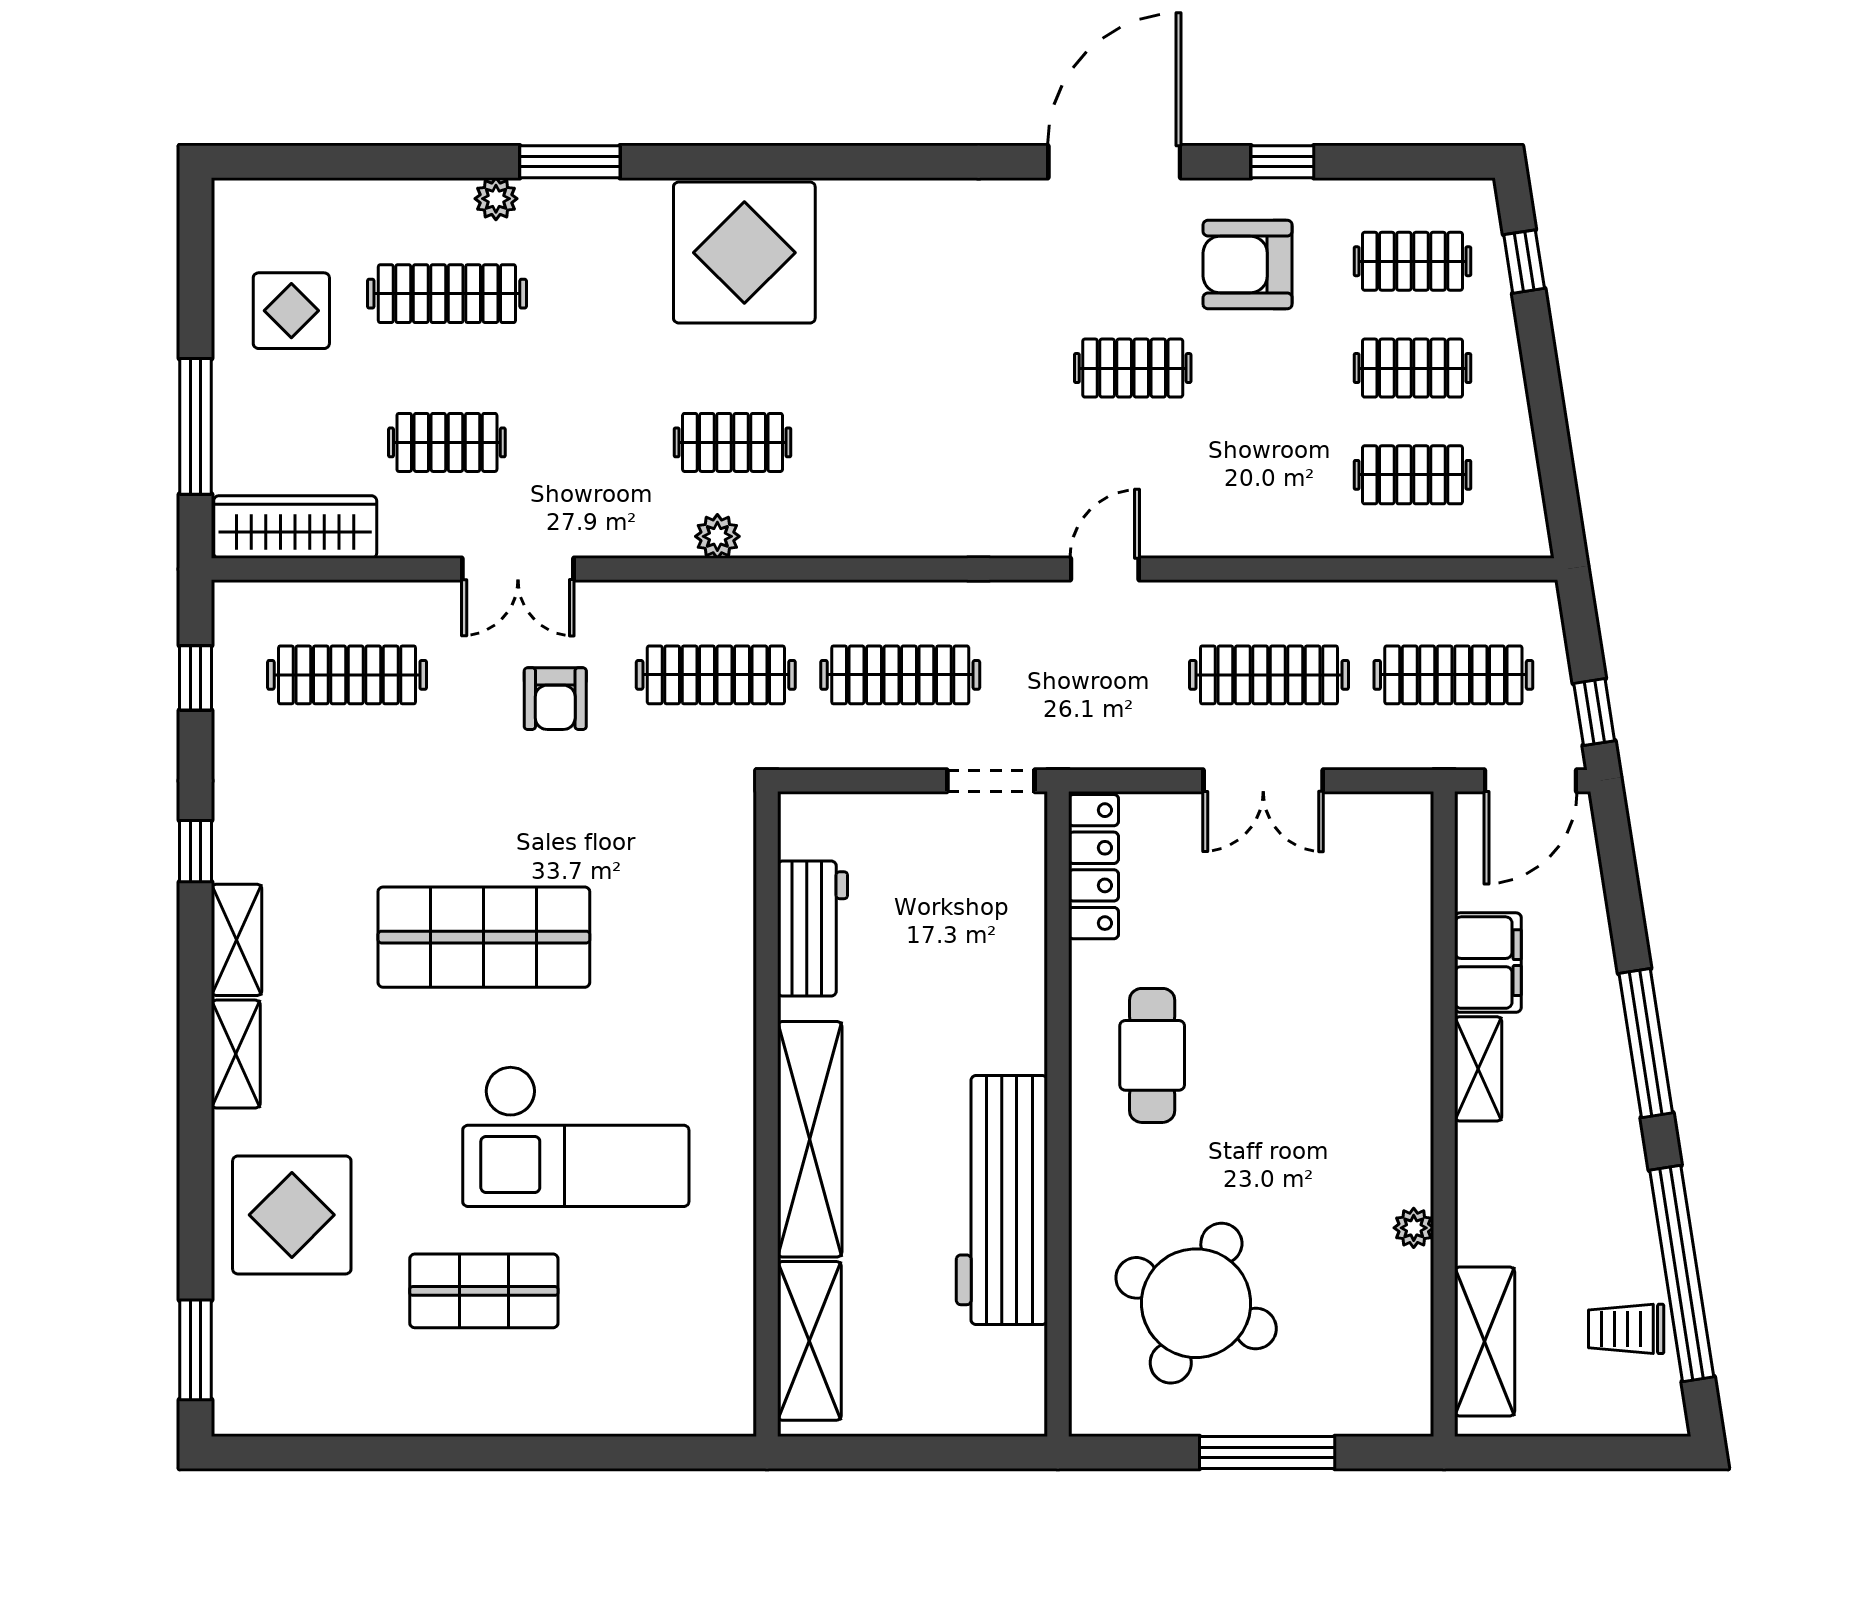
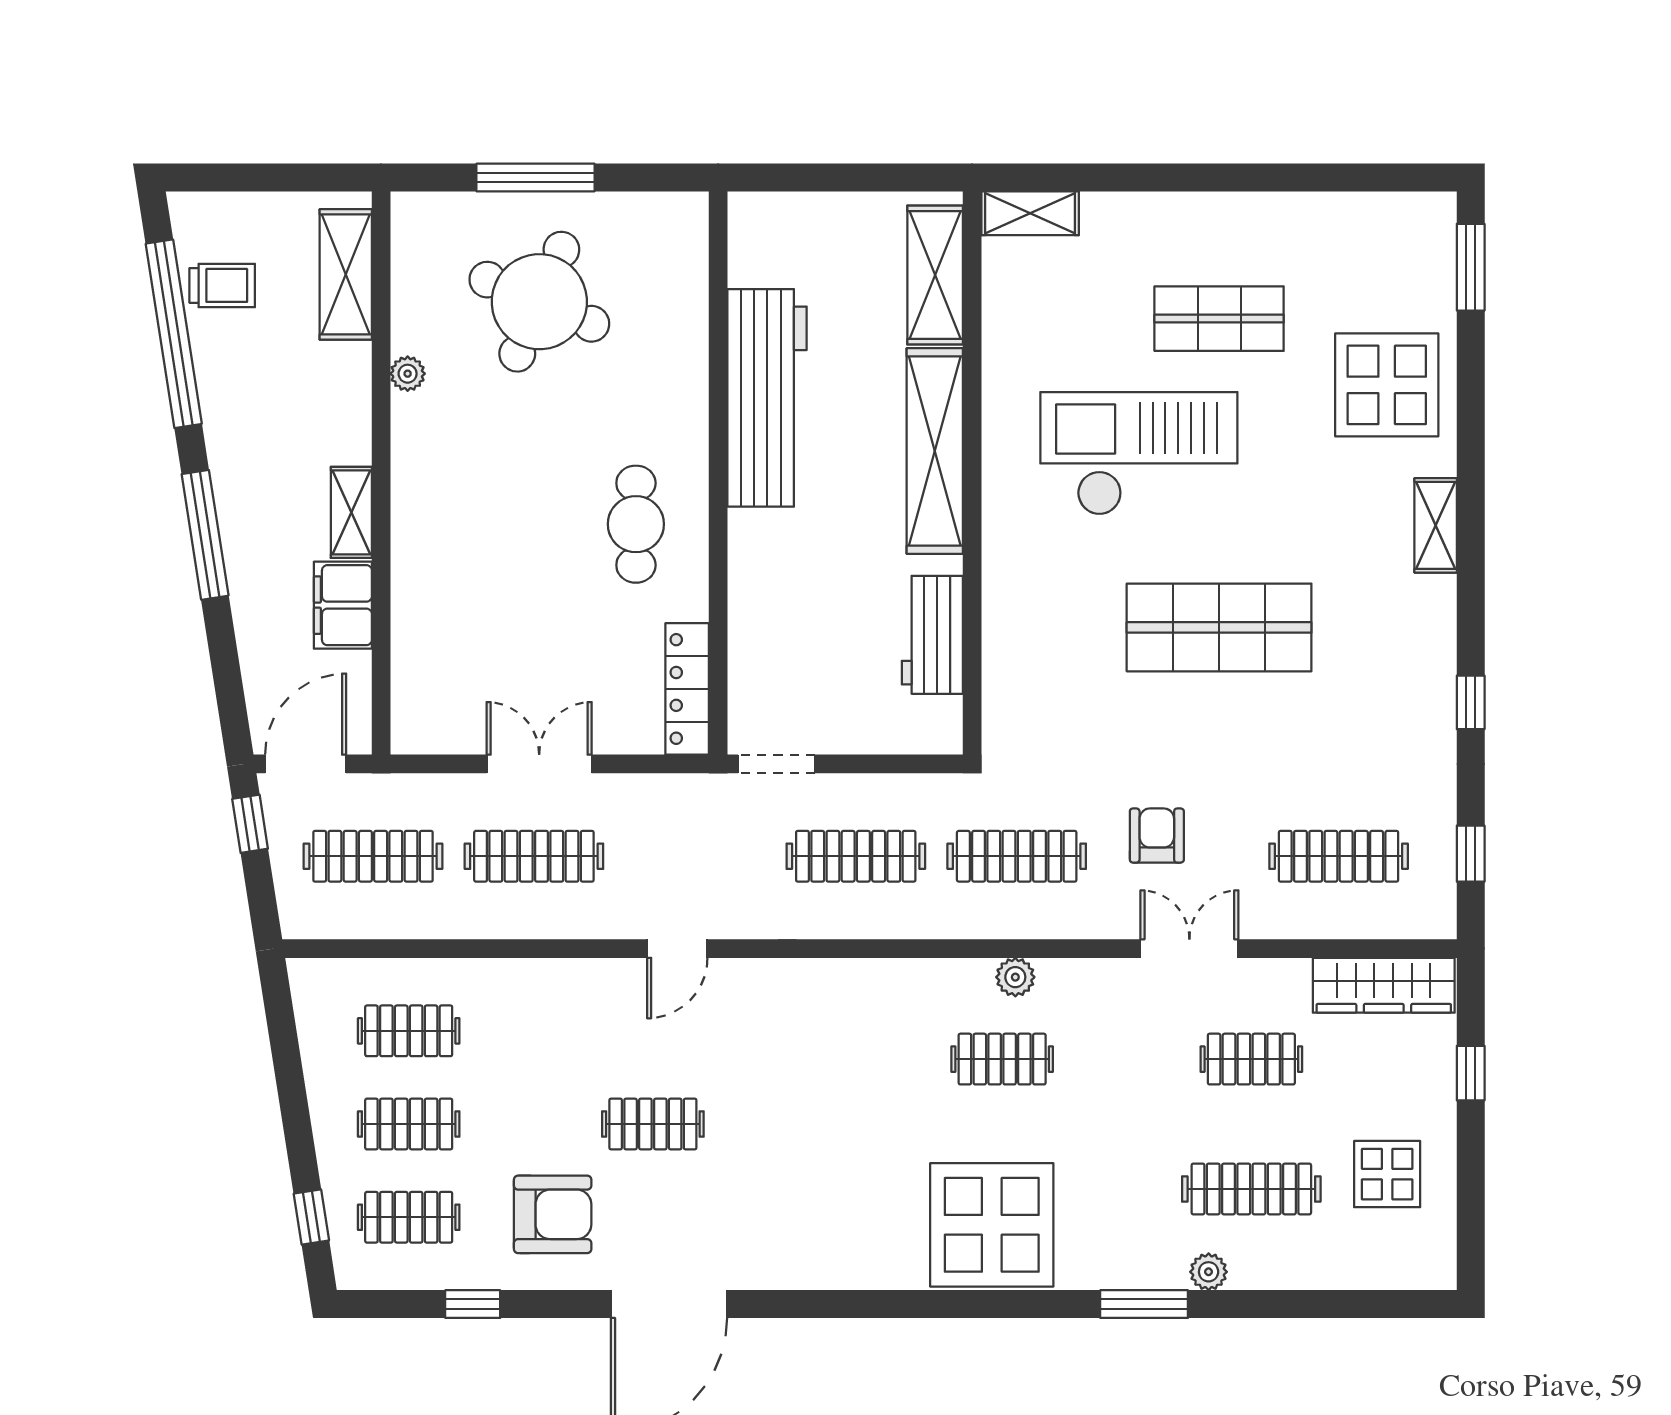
window: (1282, 162) -> (473, 1304), moved
window: (196, 426) -> (1471, 1073), width x0.46
shelving: (237, 940) -> (1030, 213), moved, turned 90
round table: (1196, 1303) -> (539, 302), moved

